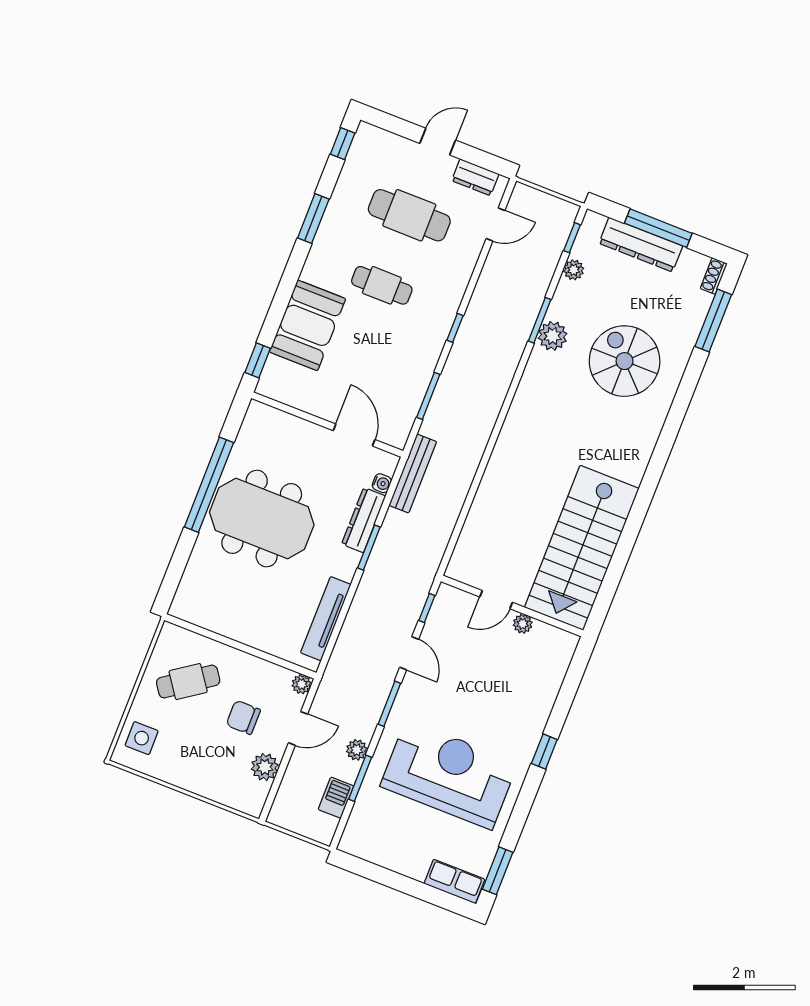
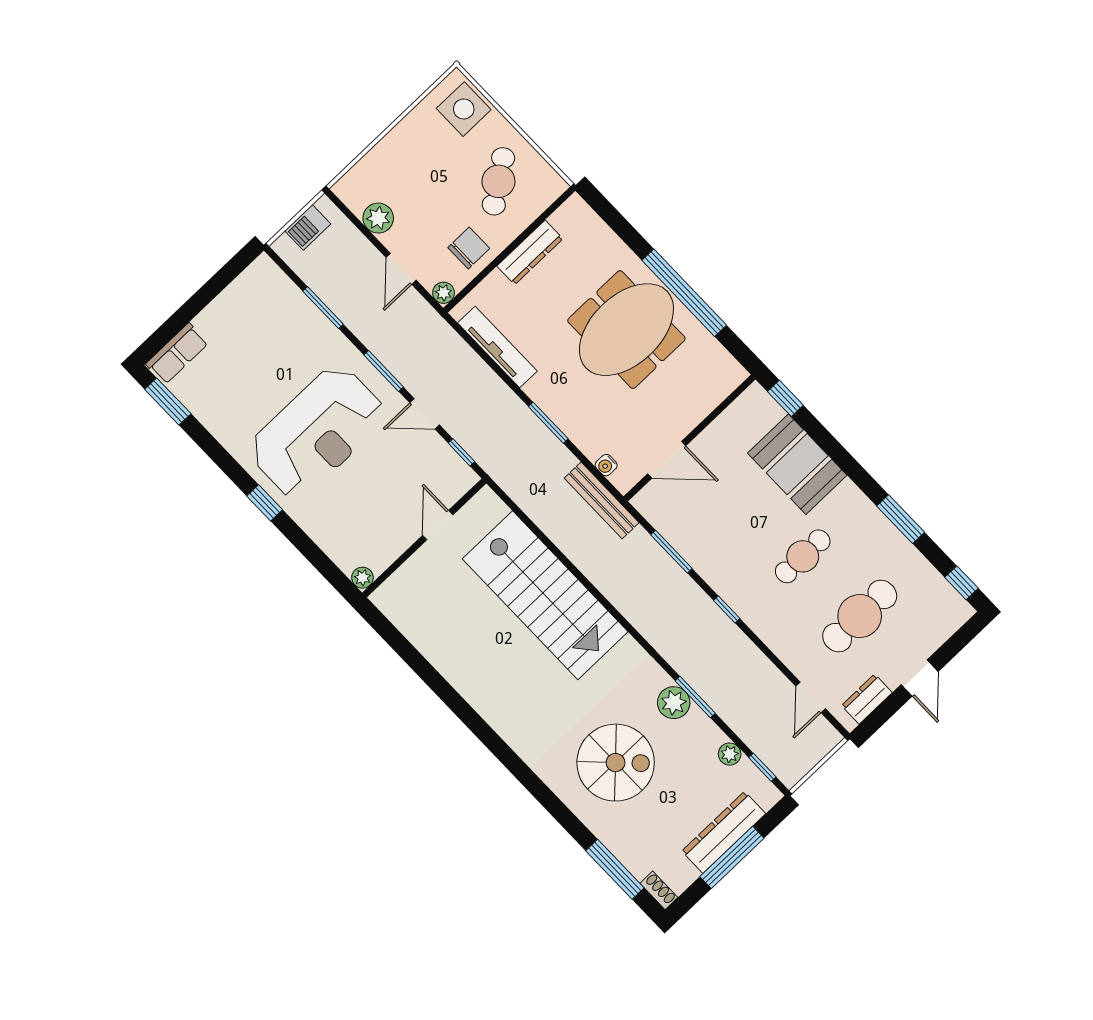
dresser: (364, 520) -> (530, 252), moved, turned 90
stairs: (582, 548) -> (545, 595), moved, turned 180
plant: (523, 624) -> (362, 578), moved
chair: (243, 717) -> (469, 248), moved
side table: (142, 738) -> (464, 109), width x1.37, depth x1.37
plant: (357, 750) -> (353, 317), removed
reception desk: (449, 775) -> (317, 432), moved
barbecue: (336, 798) -> (308, 227), moved, turned 90

